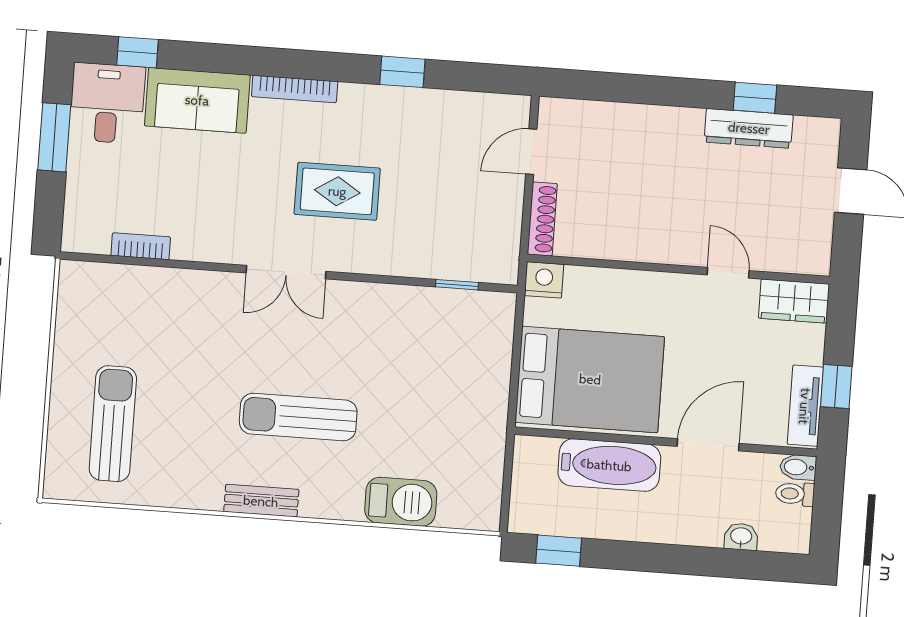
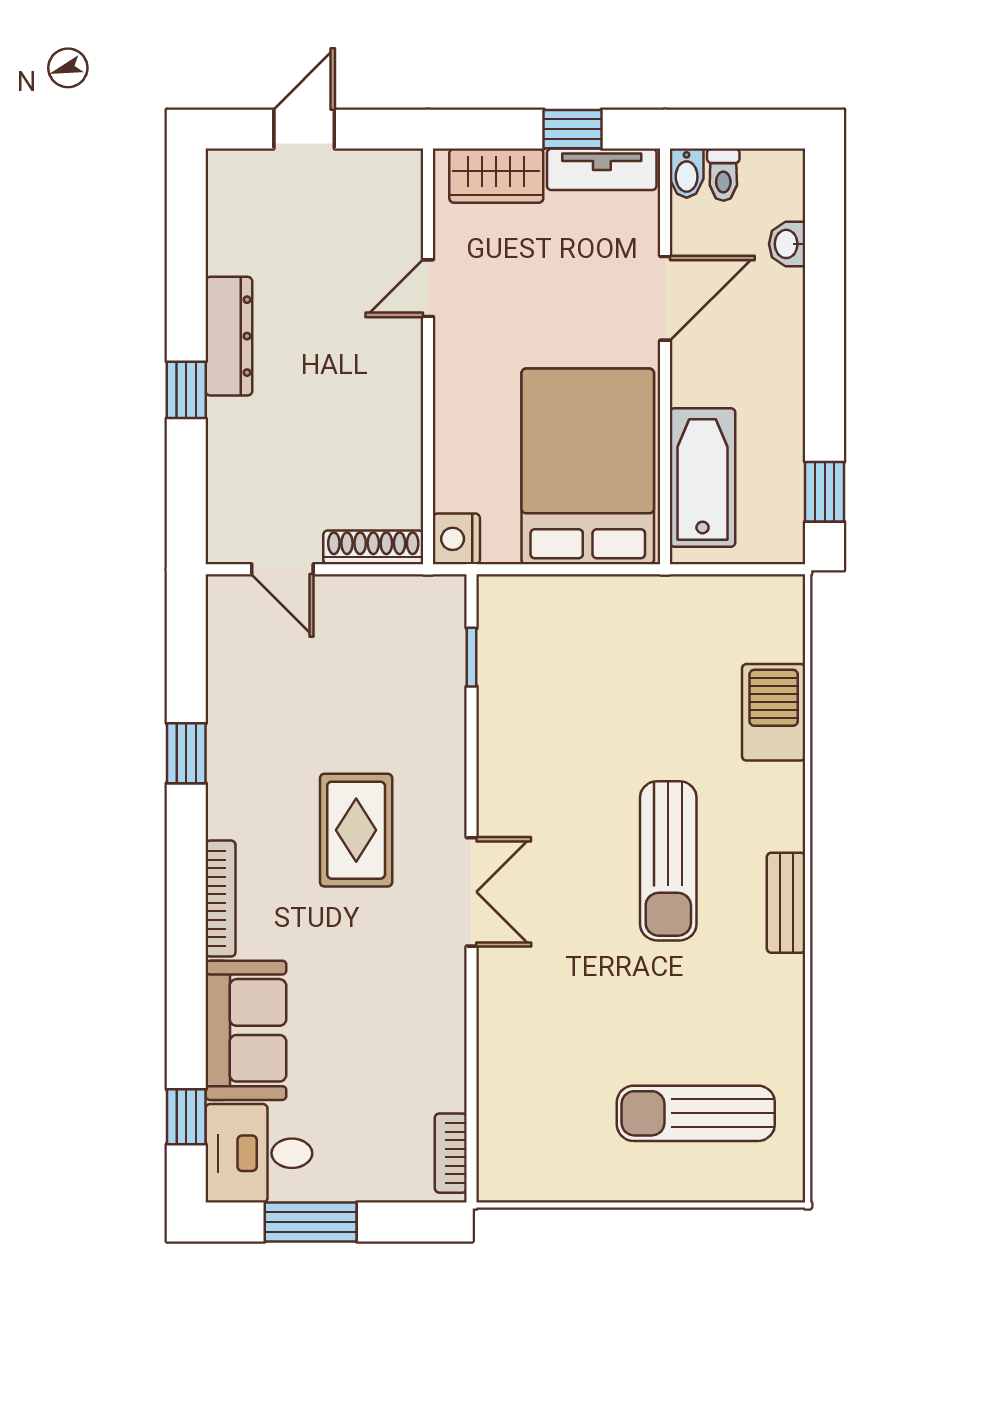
window: (755, 98) -> (186, 390), moved
dresser: (749, 128) -> (229, 336), moved
bookcase: (141, 246) -> (451, 1153), moved
wardrobe: (794, 301) -> (496, 176), moved, turned 90
door: (708, 445) -> (665, 298), swing flipped
bathtub: (609, 465) -> (703, 478), moved

